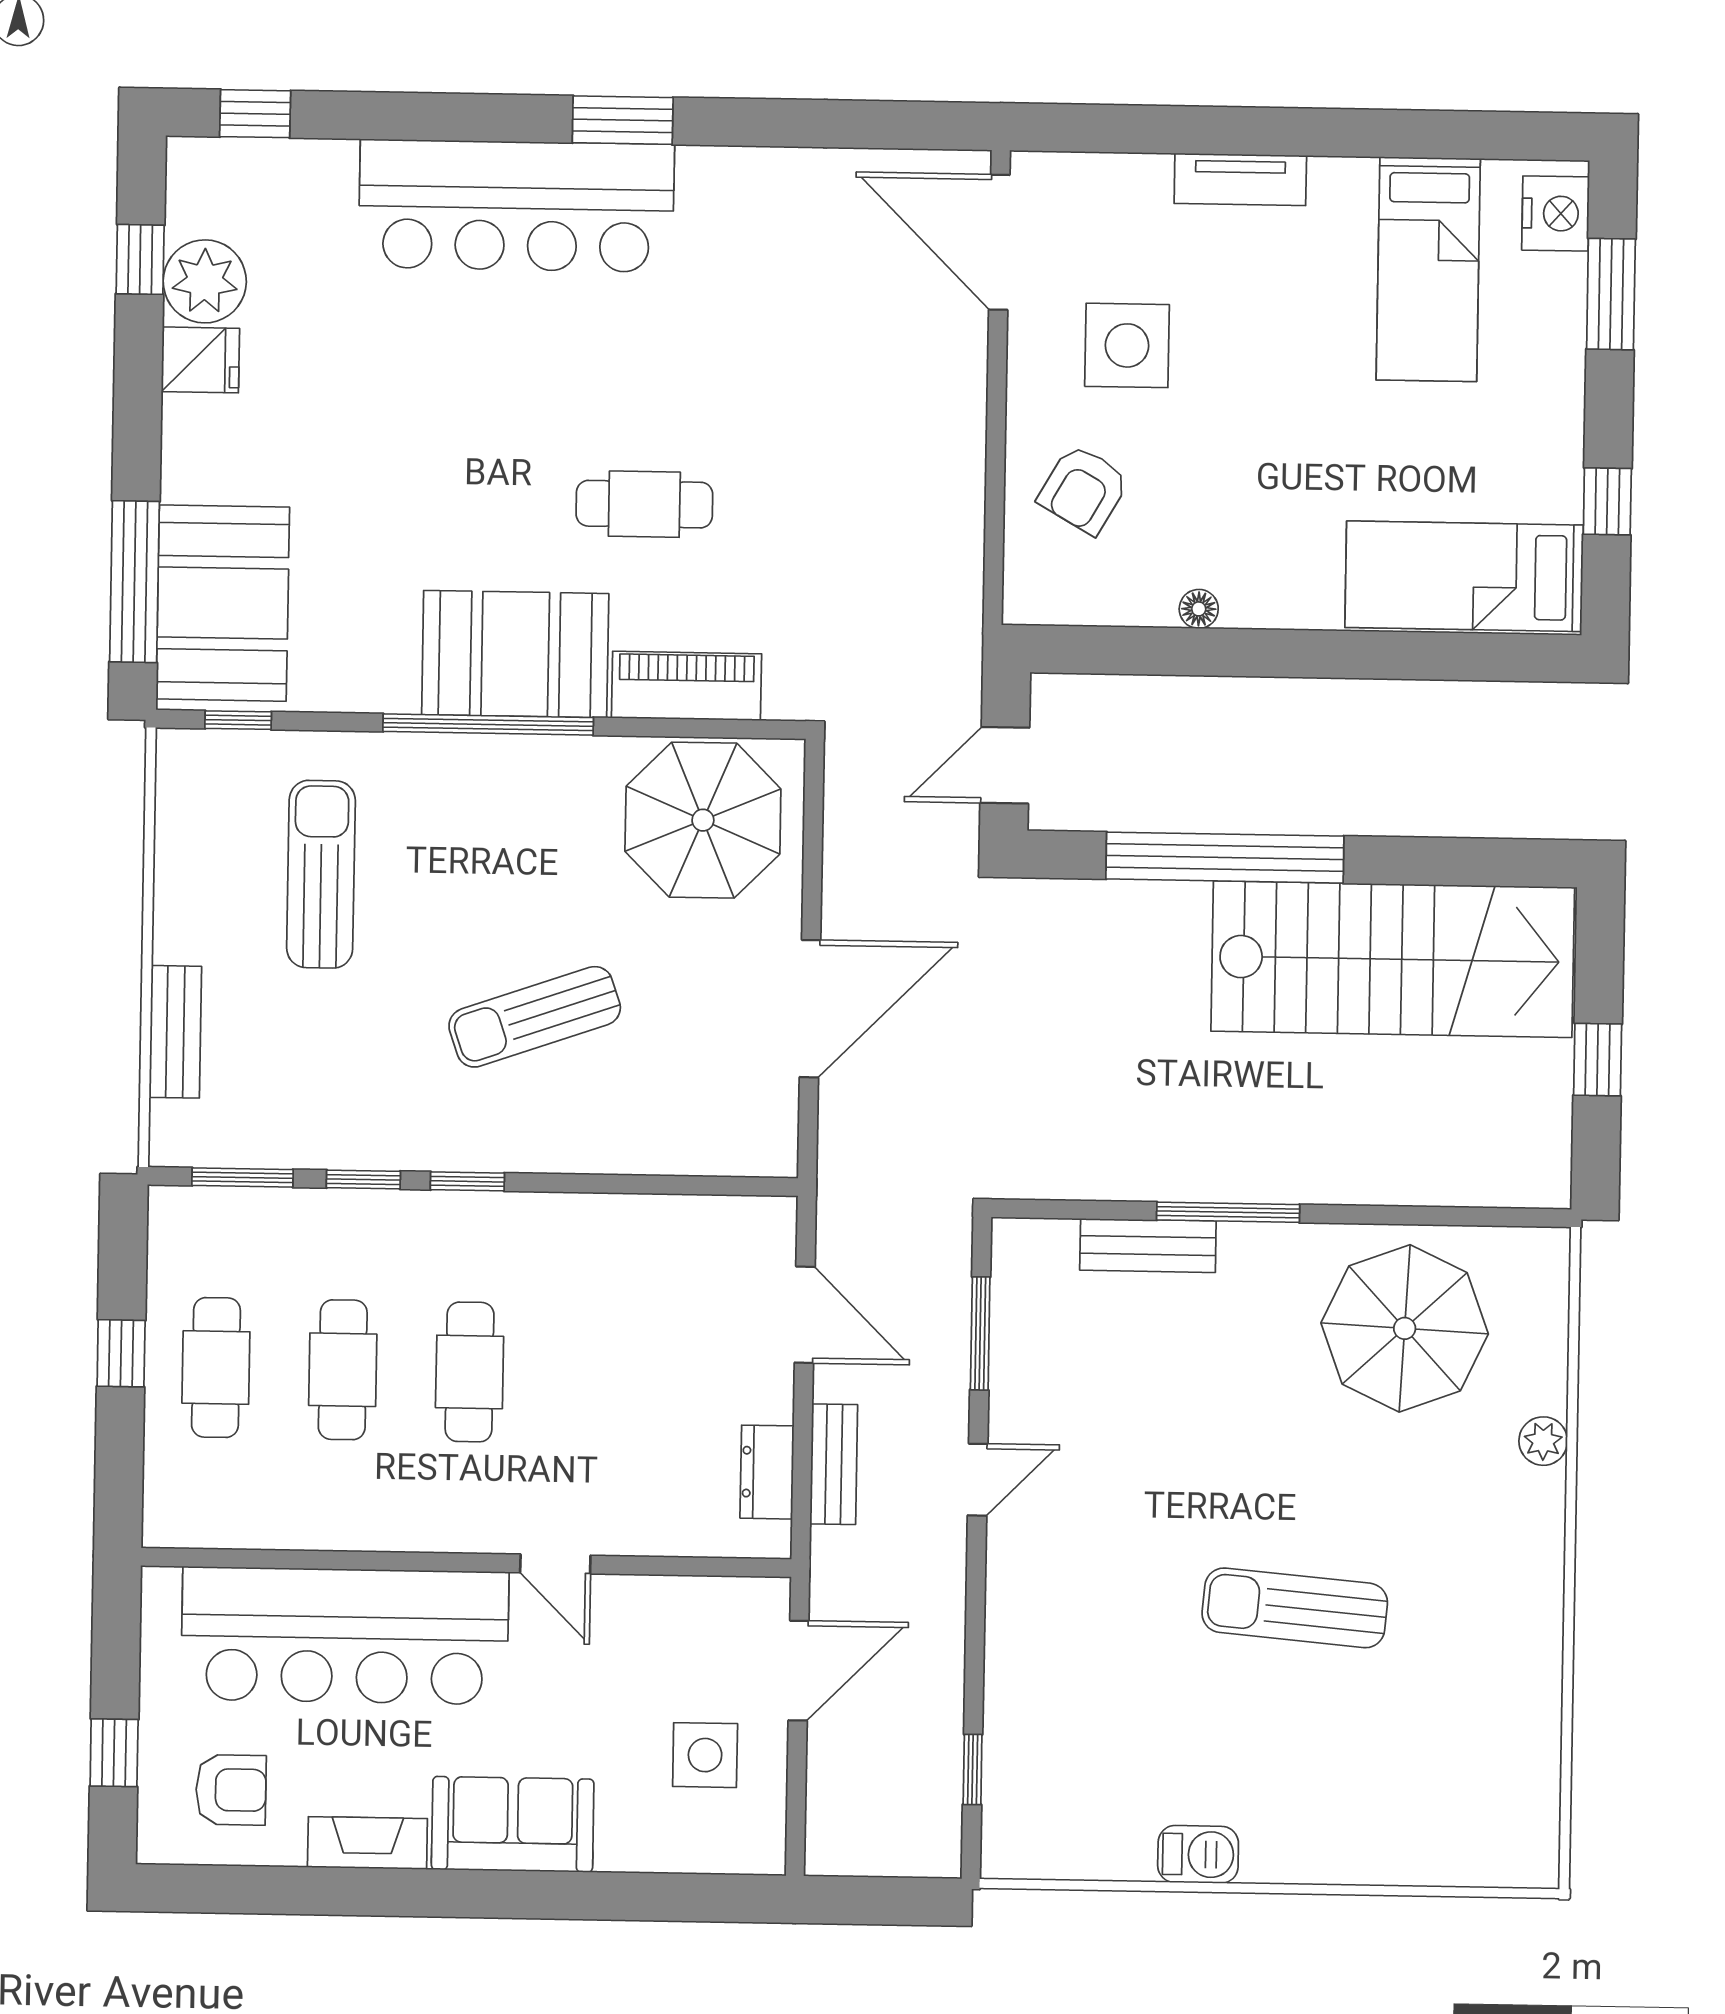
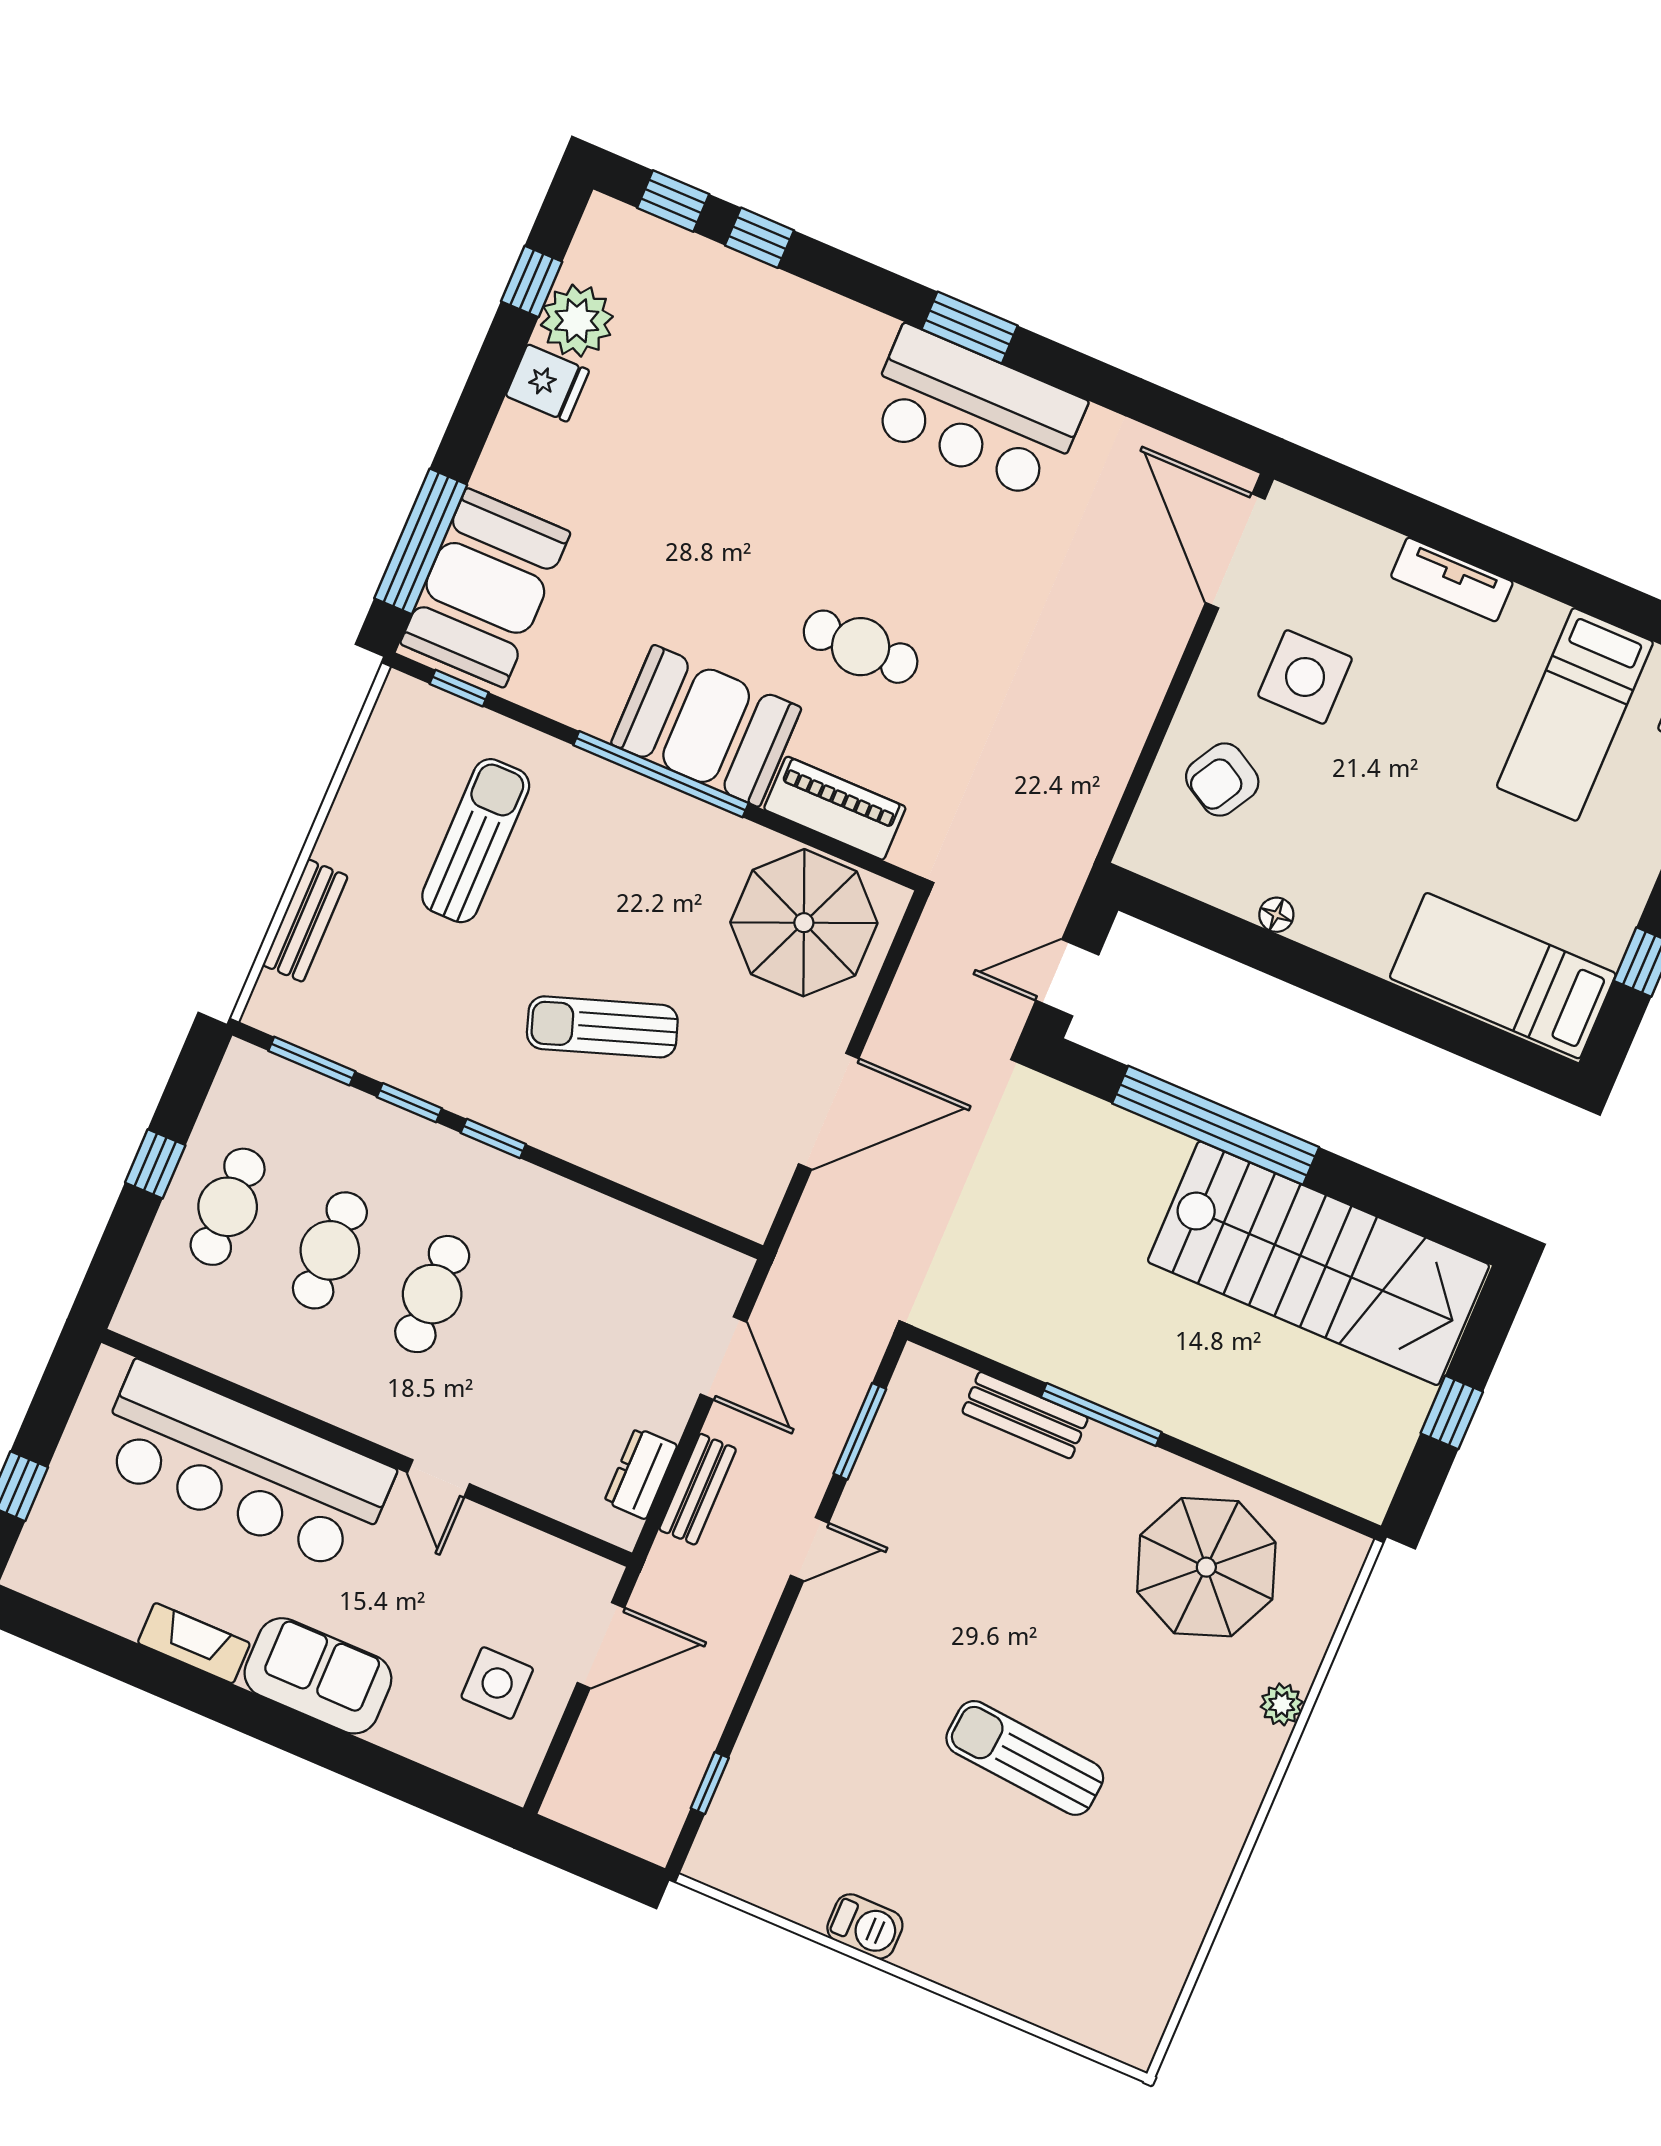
window: (362, 116) -> (759, 238), added
bar counter: (516, 206) -> (975, 413), moved, width x0.73
armchair: (231, 1790) -> (100, 1555), removed

